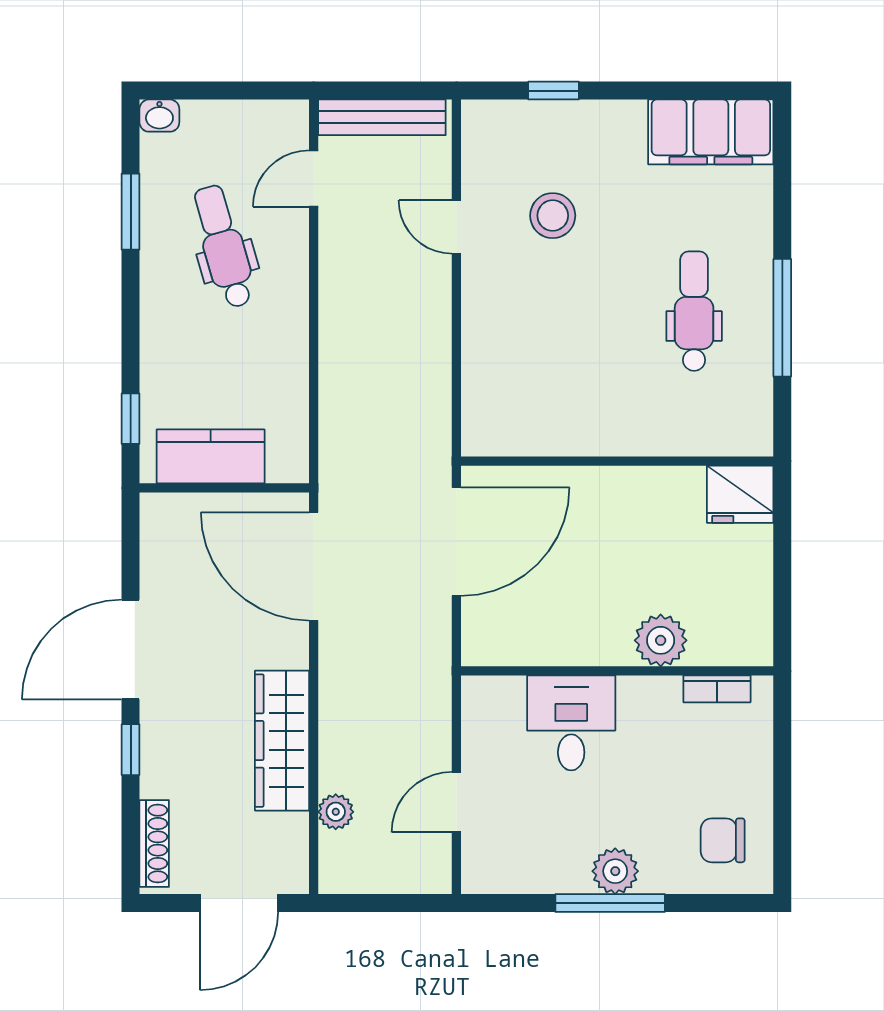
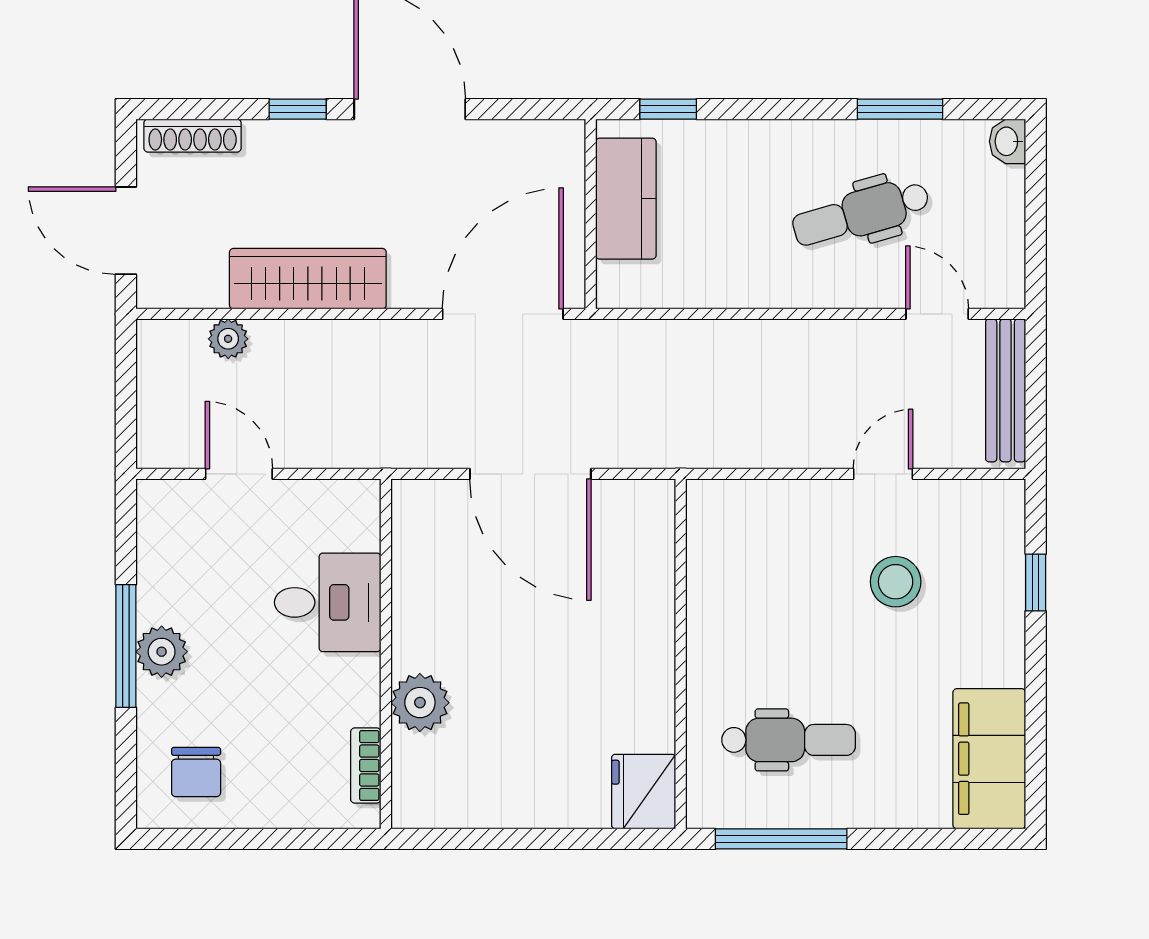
dental chair: (224, 247) -> (861, 213), turned 180
wall: (617, 461) -> (681, 654), moved
fridge: (740, 494) -> (644, 792), moved
chair: (723, 840) -> (196, 772), turned 180

